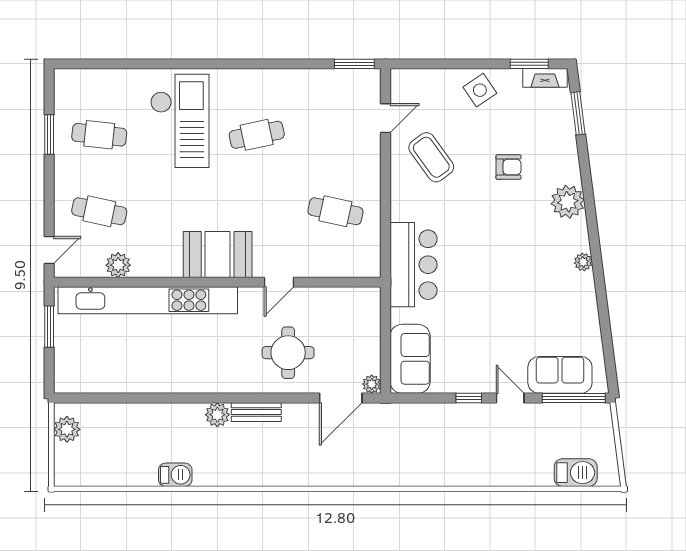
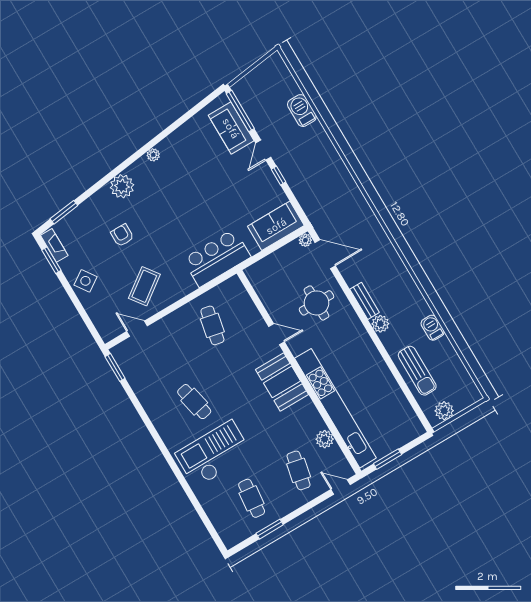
sun lounger: (134, 426) -> (417, 371), added
barbecue: (576, 473) -> (302, 111), moved

